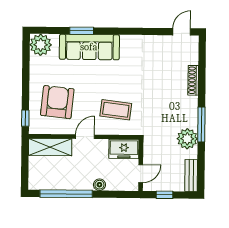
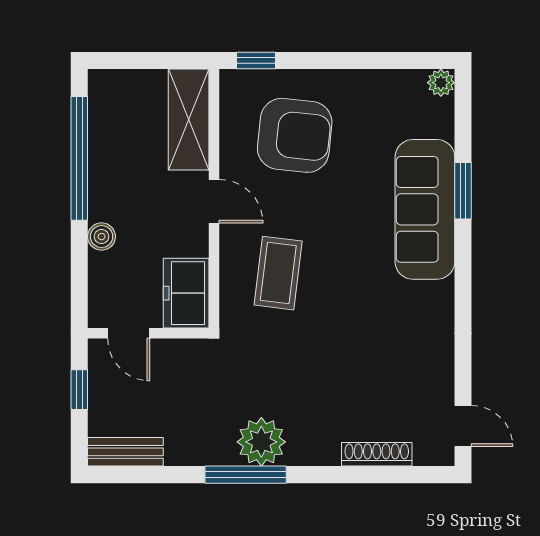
plant: (41, 45) -> (441, 83), width x0.53, depth x0.53
shoe rack: (193, 80) -> (377, 454), moved
plant: (187, 139) -> (261, 442), moved

